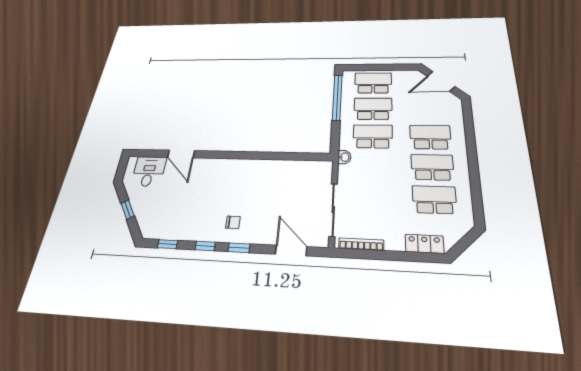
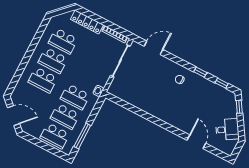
window: (337, 97) -> (82, 136), width x0.68
desk: (149, 171) -> (227, 129), moved, turned -122
window: (128, 210) -> (239, 107), moved
locker: (424, 244) -> (87, 22), width x1.53
window: (239, 248) -> (182, 62), removed
door: (291, 250) -> (154, 48), swing flipped

